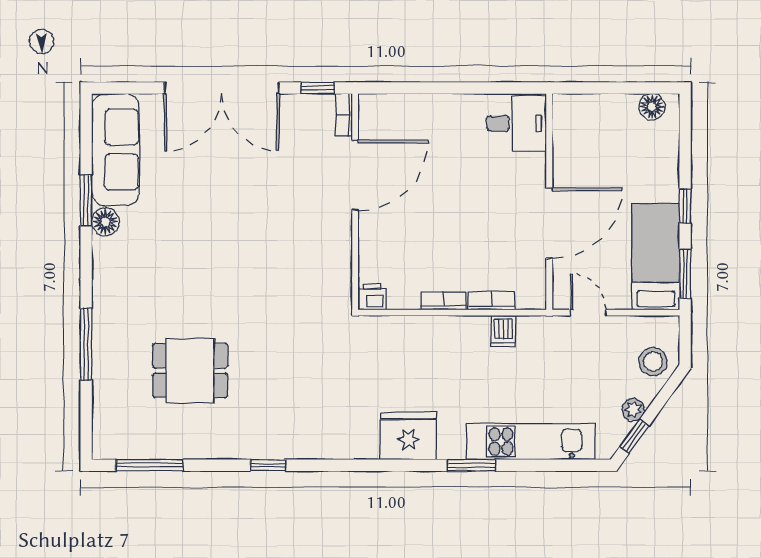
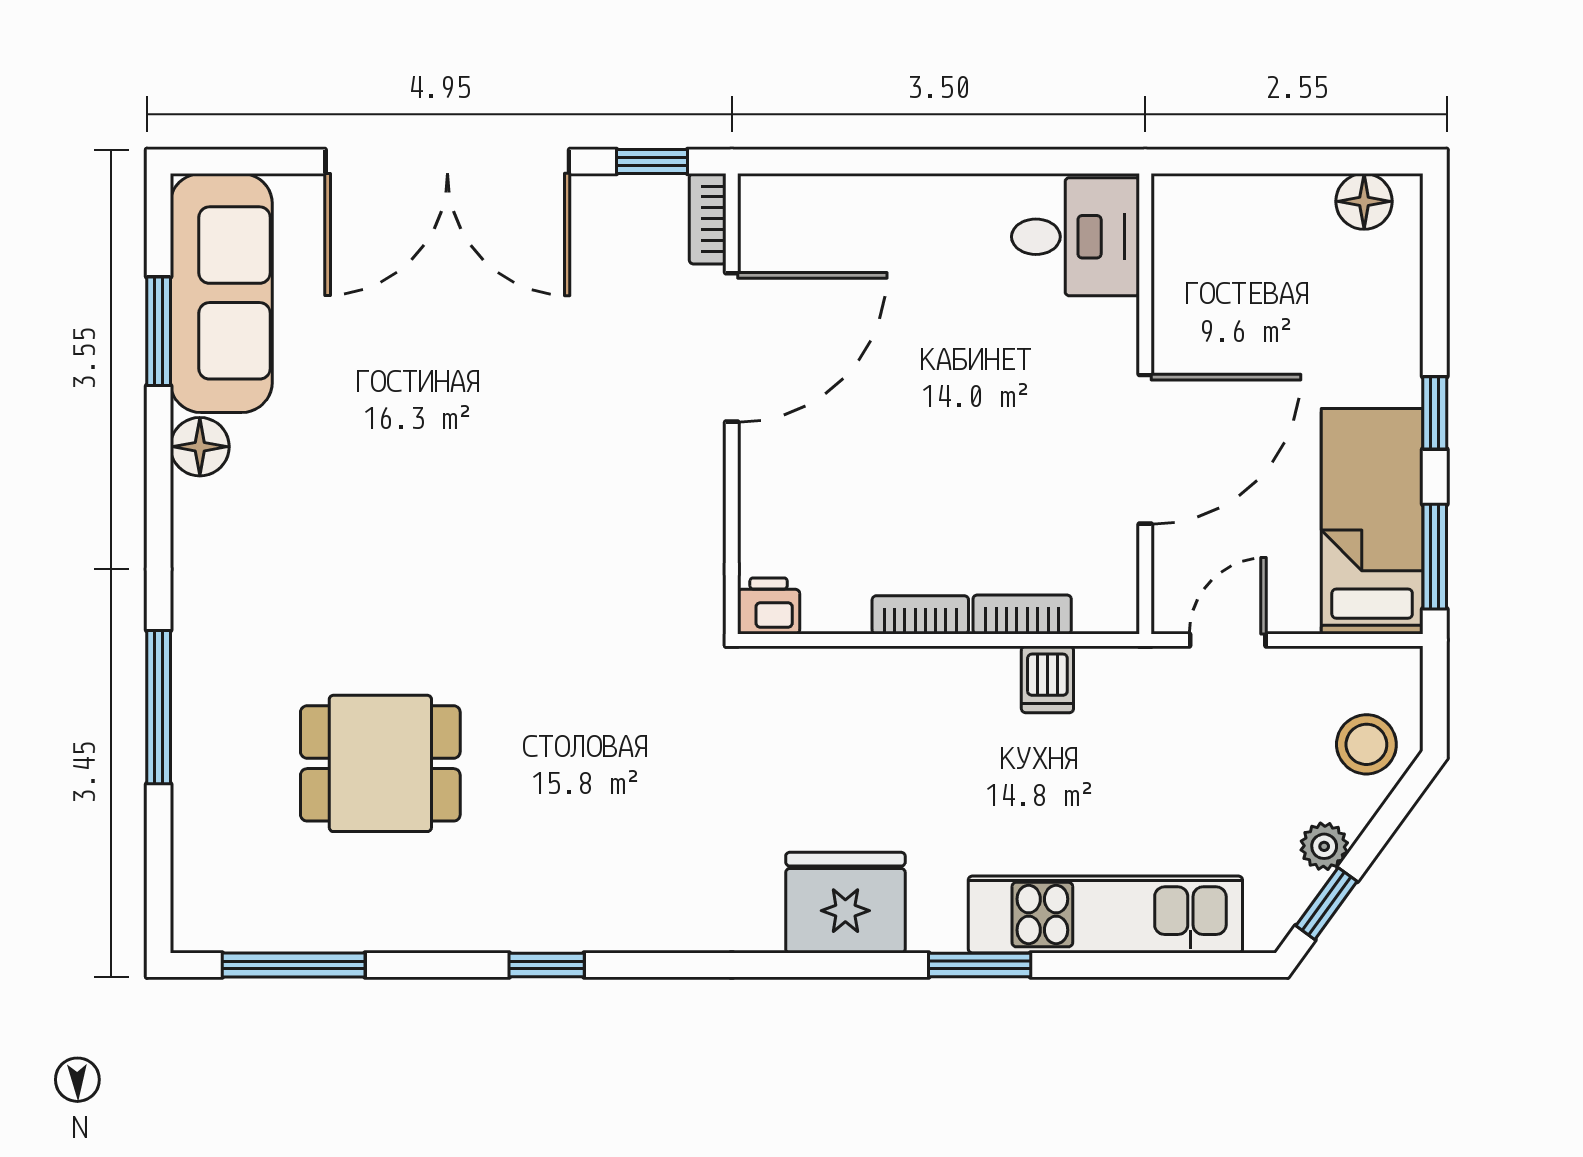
window: (86, 200) -> (159, 331), moved
door: (588, 313) -> (1228, 640), hinge flipped

